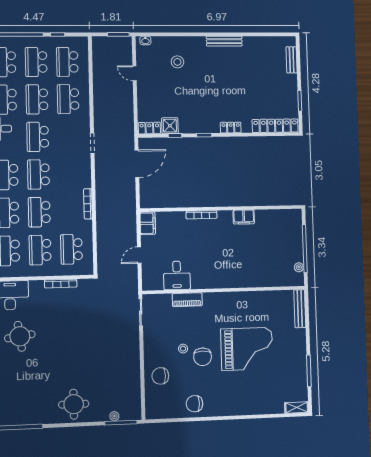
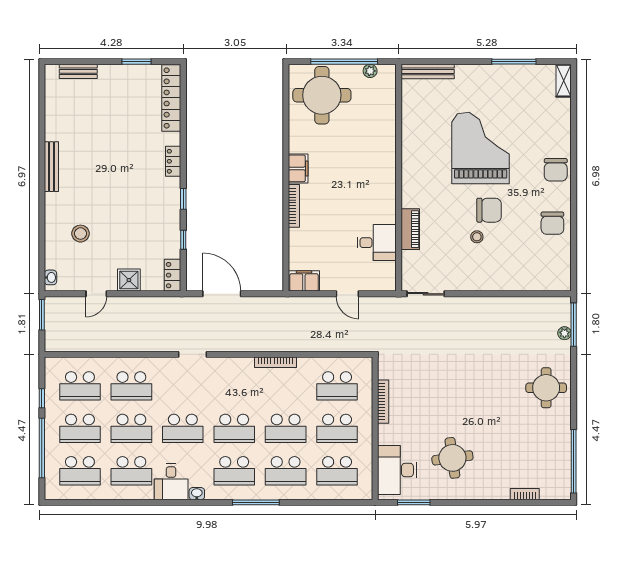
shower: (170, 126) -> (129, 280), moved
filing cabinet: (244, 217) -> (298, 168), moved
round table: (281, 233) -> (322, 95), added
chair: (160, 376) -> (556, 170), moved

